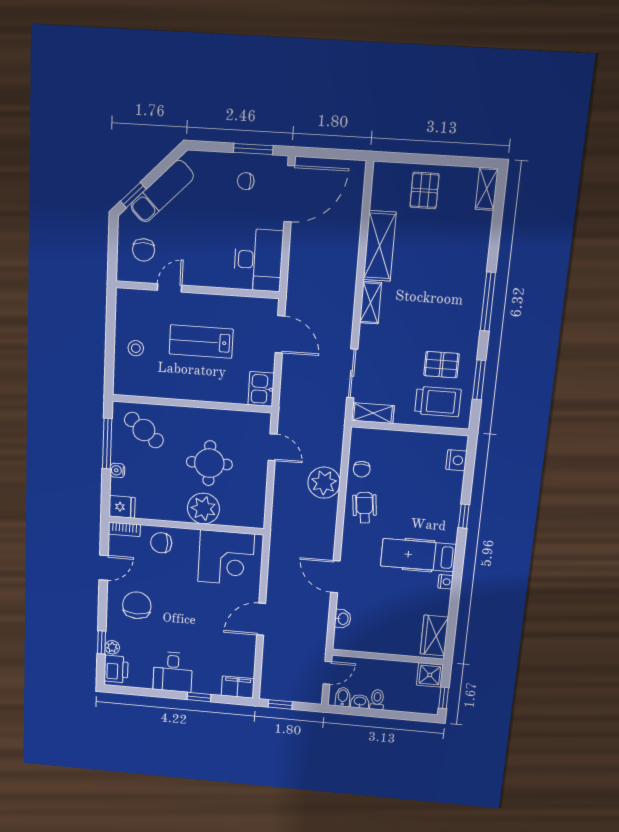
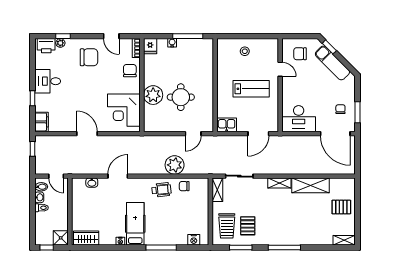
lab bench: (201, 342) -> (251, 89), turned 90
cafe table: (144, 430) -> (197, 58), removed
window: (464, 516) -> (161, 248), width x2.17

